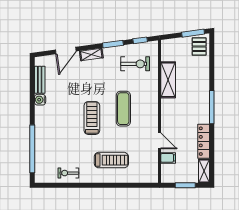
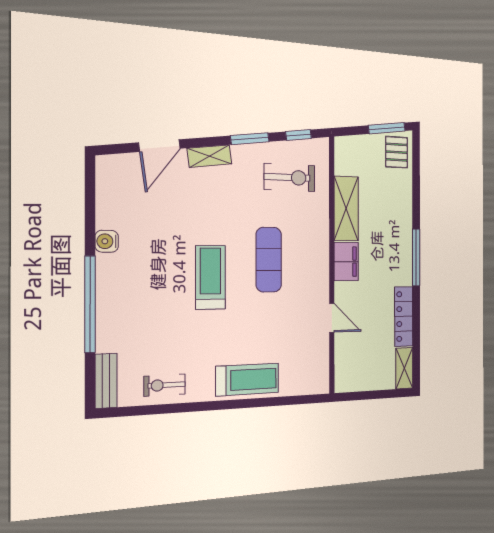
bench: (40, 80) -> (106, 381), moved
window: (32, 149) -> (90, 304), moved
filing cabinet: (168, 158) -> (346, 262), moved, width x2.00
treadmill: (111, 160) -> (247, 380), moved
window: (185, 185) -> (375, 395), removed

